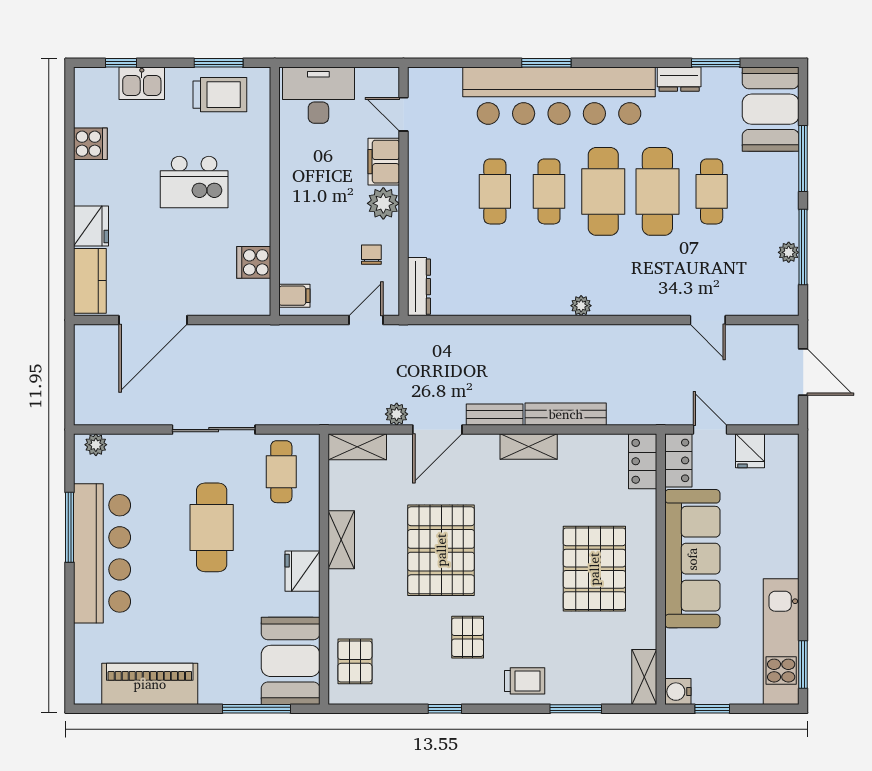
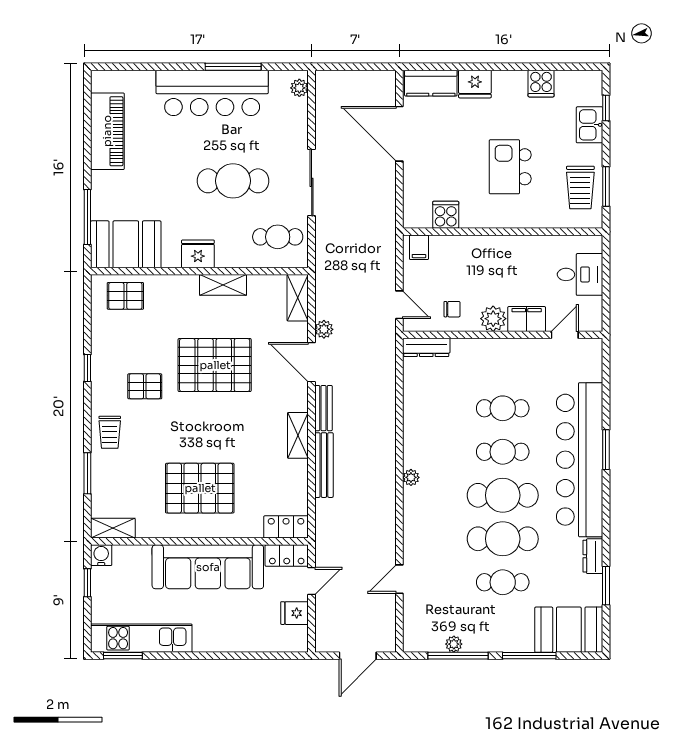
desk: (318, 95) -> (580, 274), width x0.73

